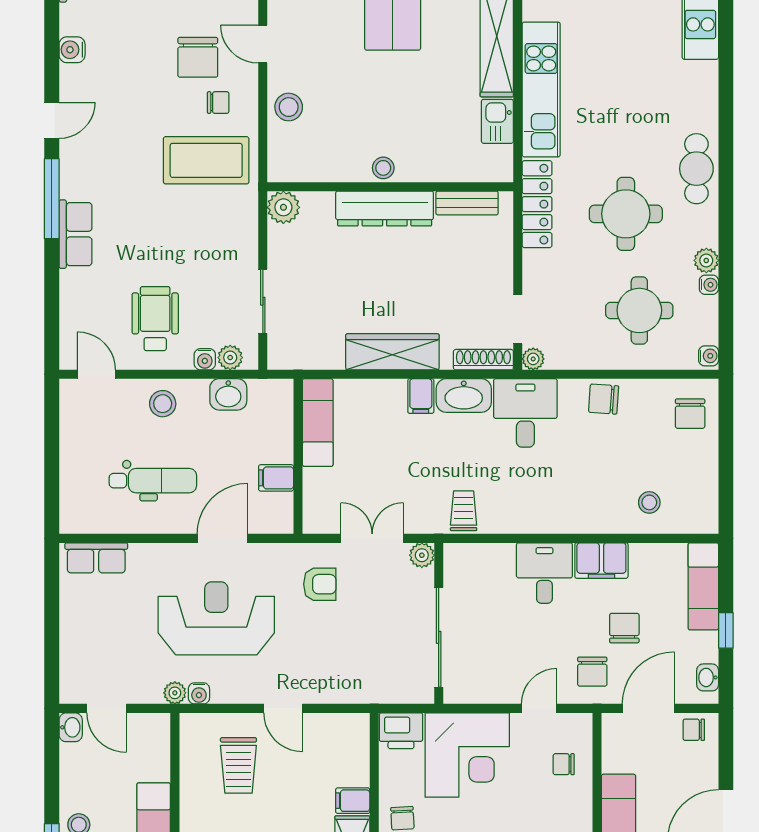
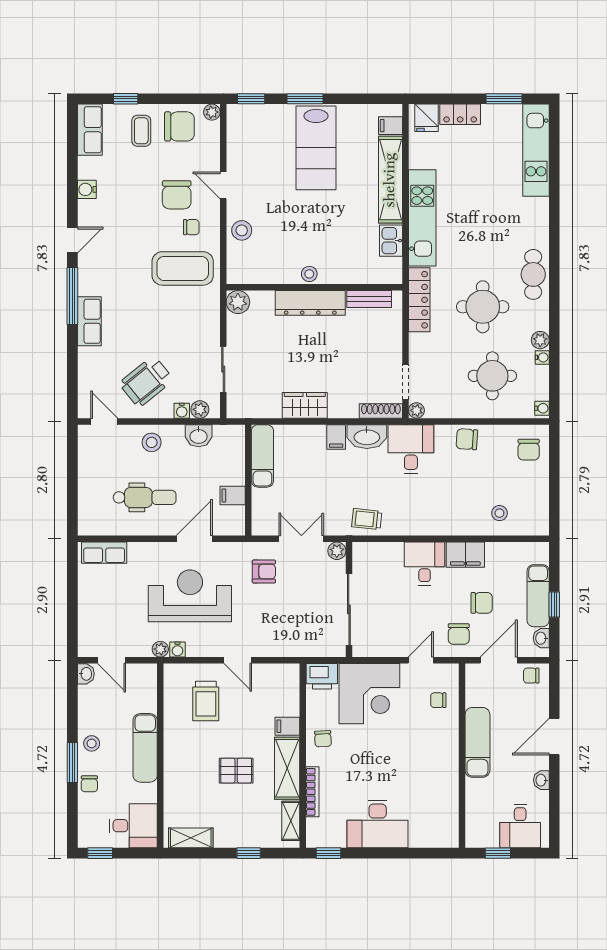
wheelchair: (155, 319) -> (146, 382), turned -129
wardrobe: (392, 352) -> (305, 405), width x0.67
trolley: (464, 511) -> (367, 519), turned -84
exam couch: (703, 586) -> (538, 596), moved
chair: (624, 628) -> (482, 603), turned 90

